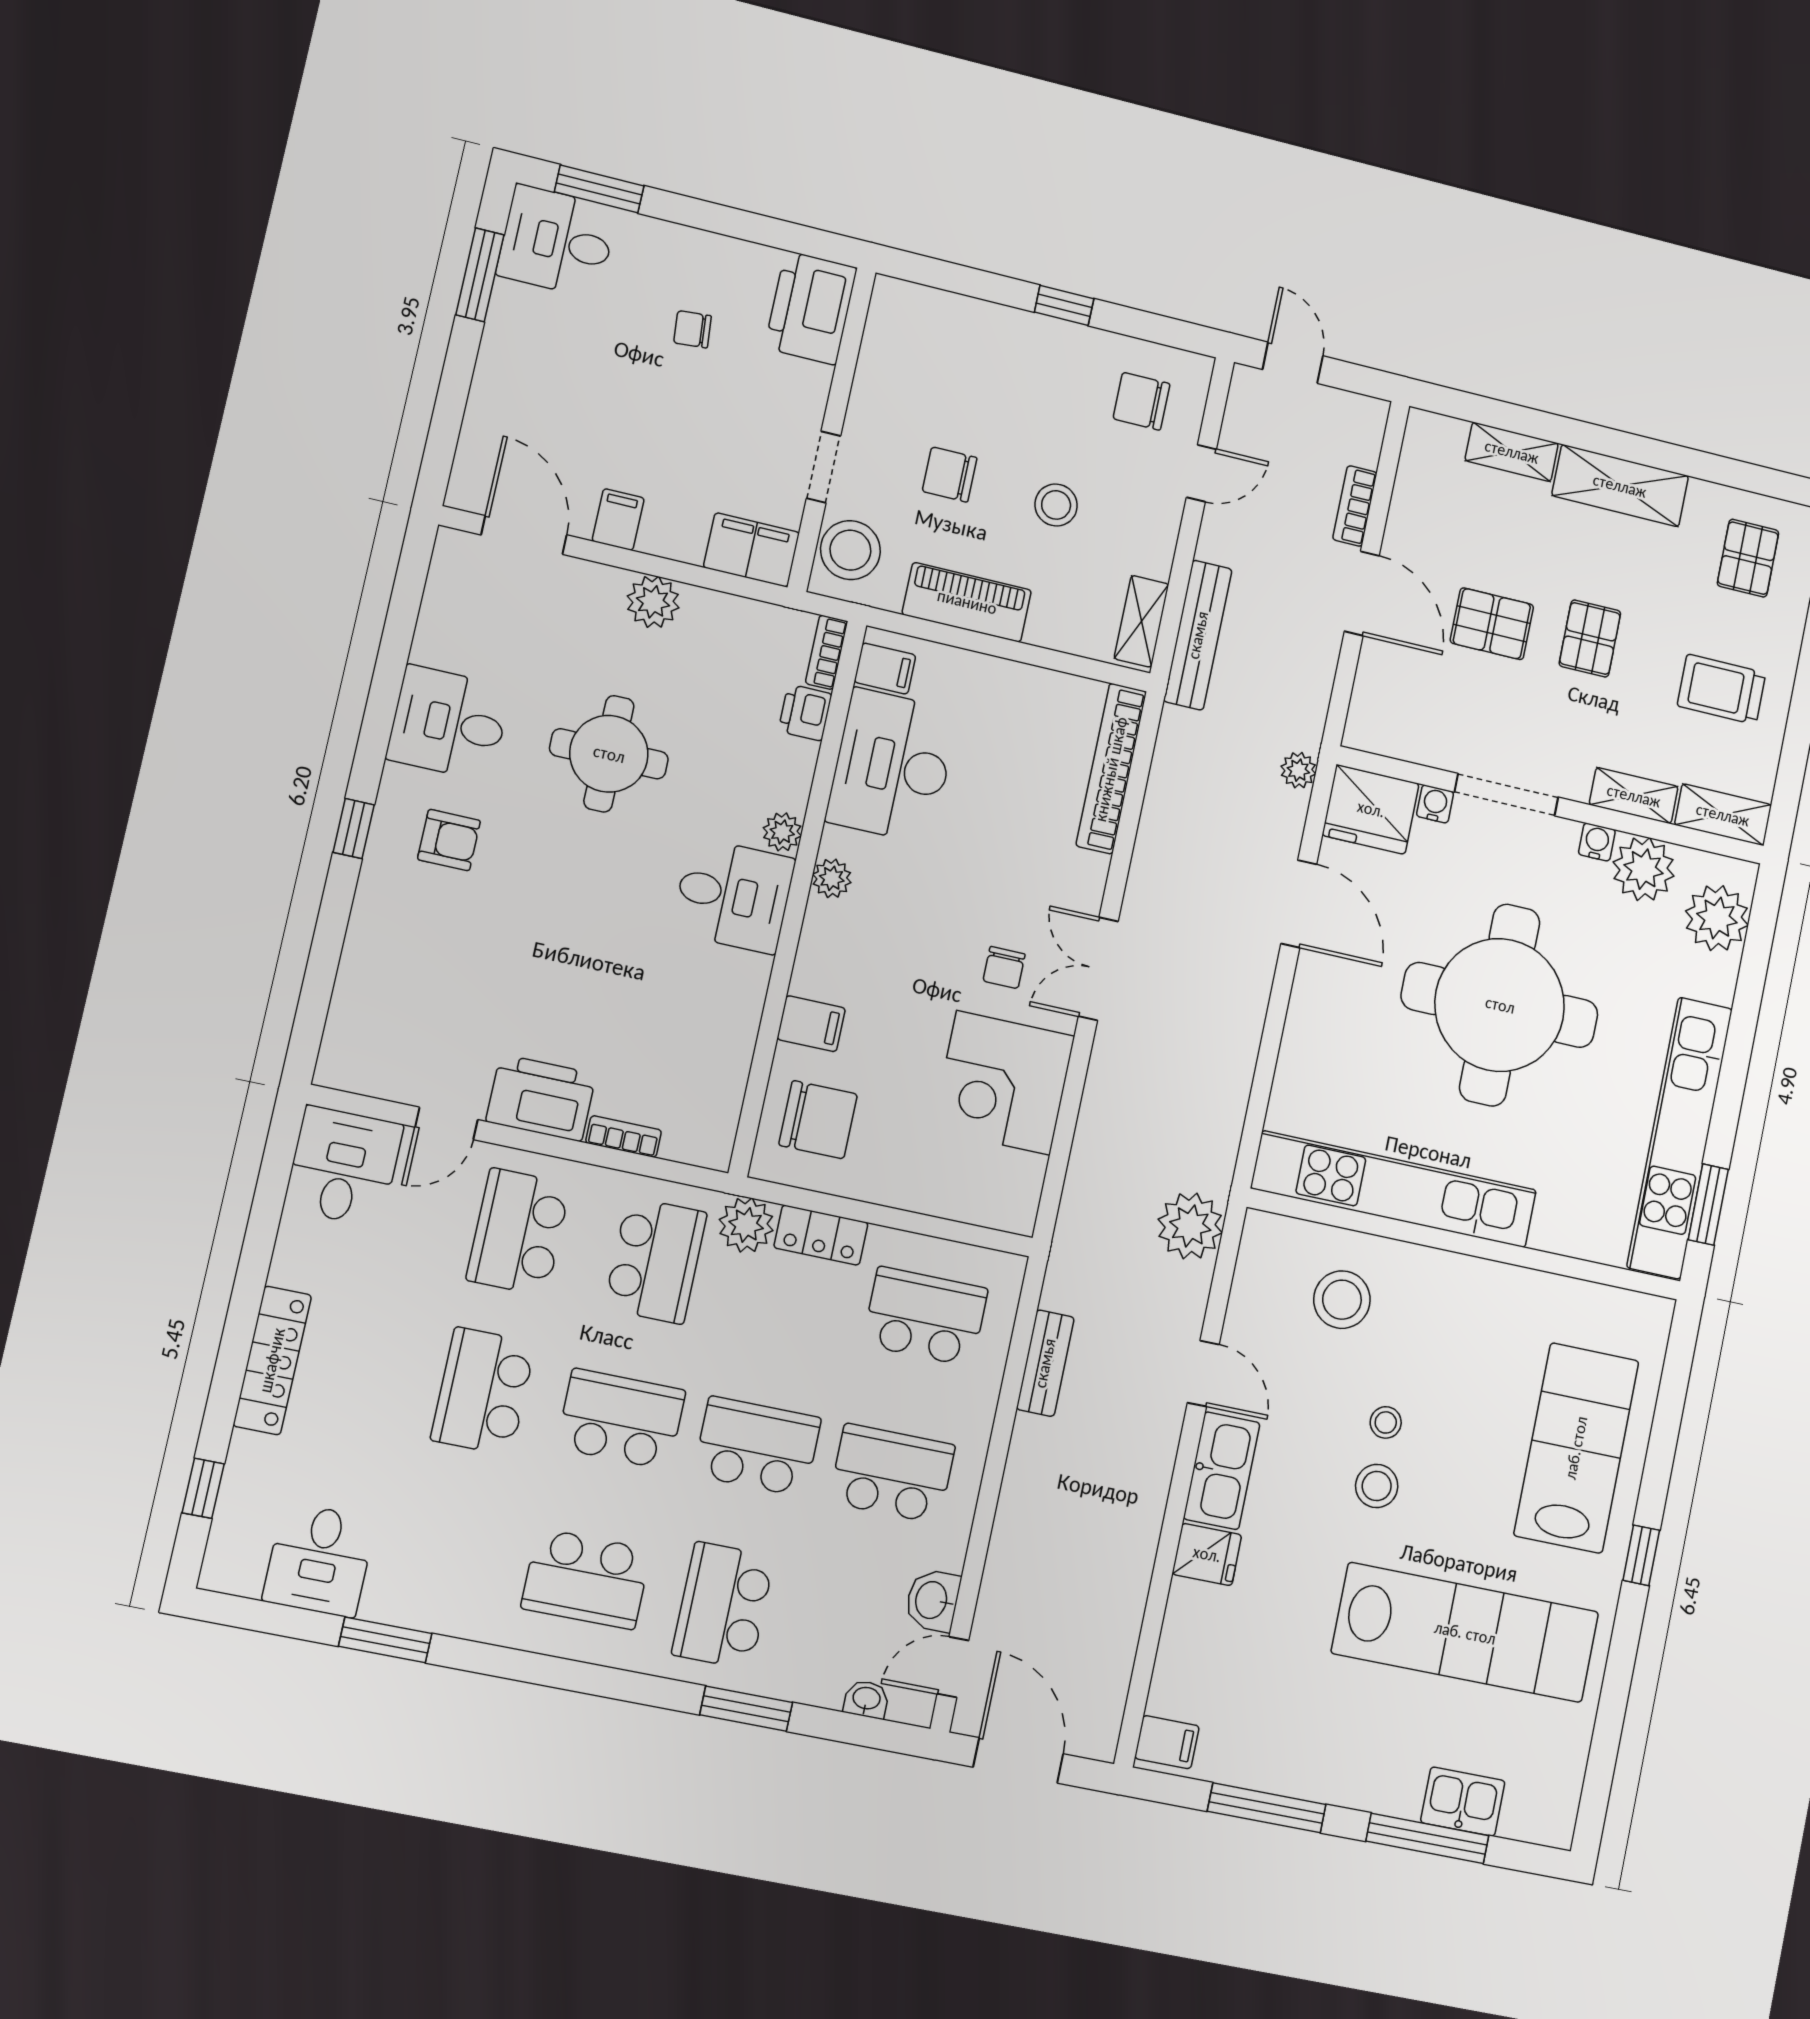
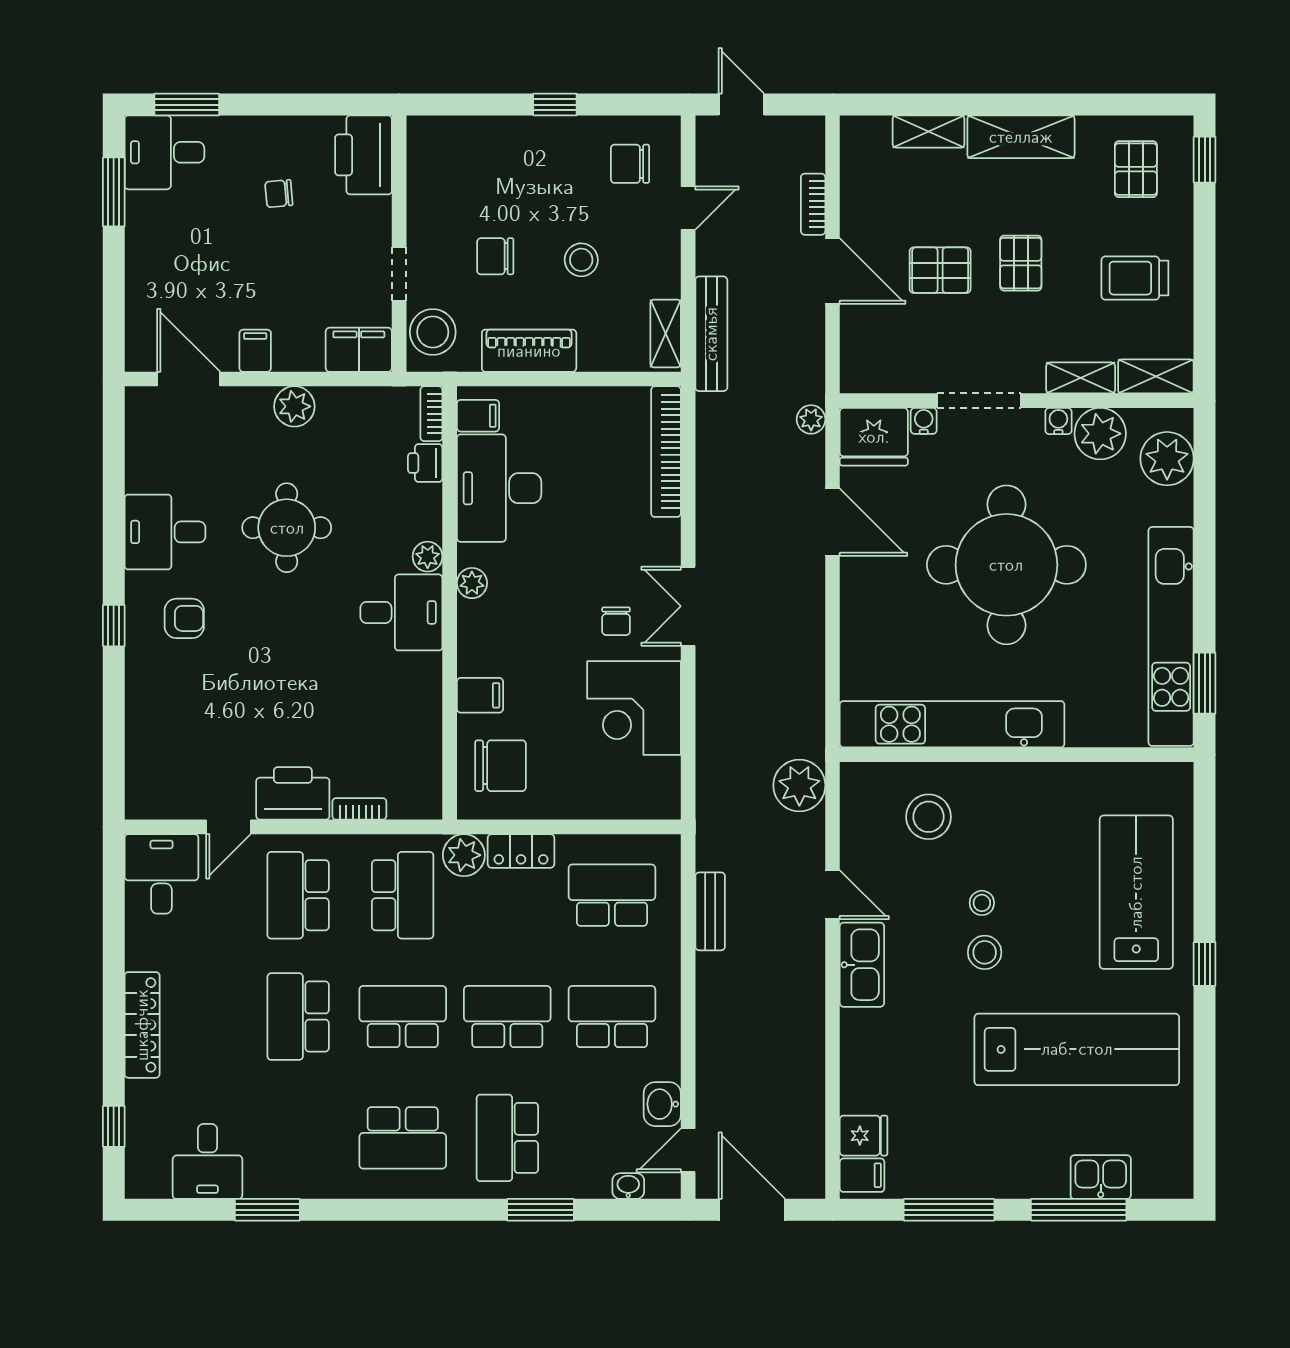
fridge: (1207, 1554) -> (864, 1136), moved

